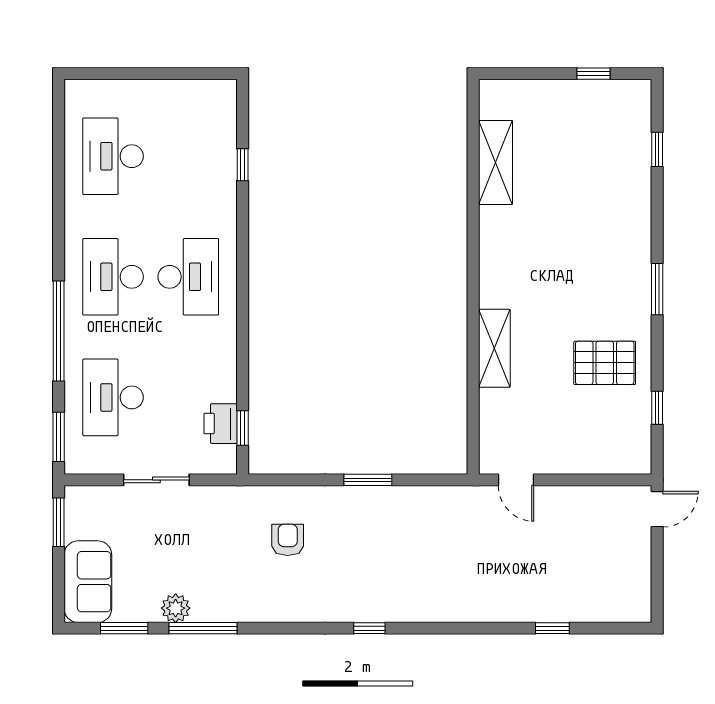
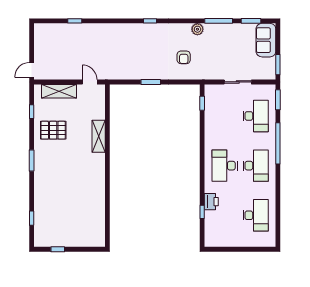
shelving: (496, 162) -> (59, 91), moved, turned 90
printer: (221, 424) -> (211, 202), moved
plant: (176, 608) -> (197, 29), moved

